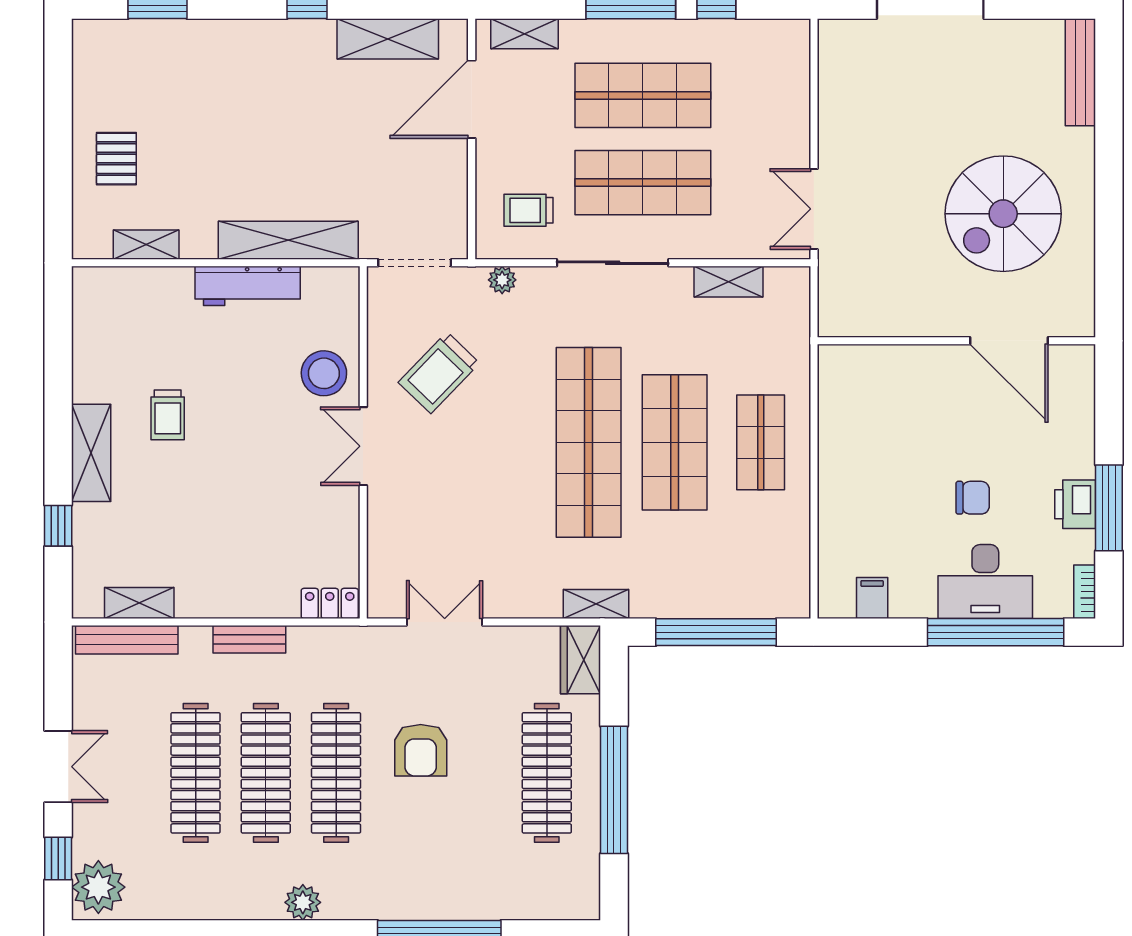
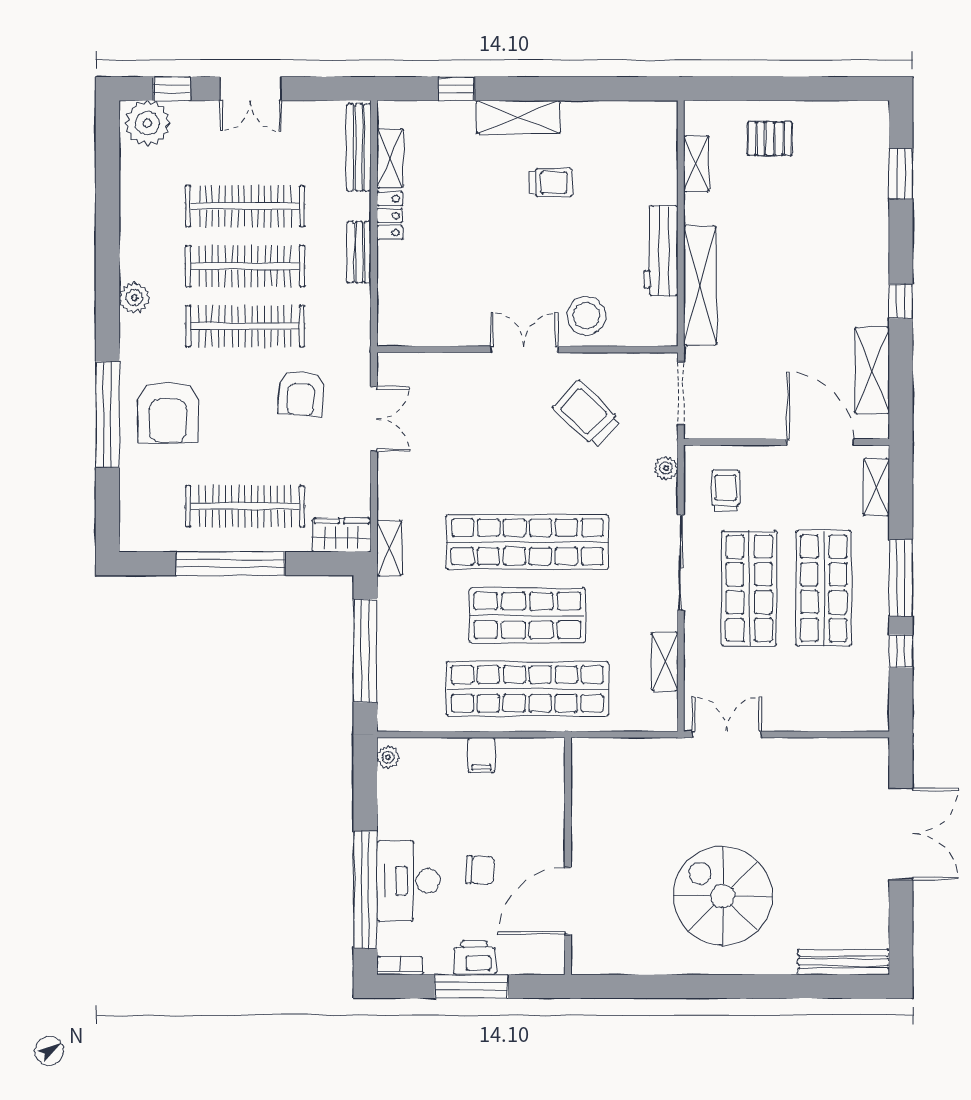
wall: (956, 341) -> (568, 856), moved
door: (1009, 341) -> (568, 901), moved
trolley: (168, 415) -> (551, 182), turned 180
shop shelf: (761, 442) -> (527, 689), width x2.00, depth x1.36
chair: (973, 498) -> (480, 870), turned -88
filing cabinet: (872, 598) -> (481, 755), moved, turned 90
locker: (330, 603) -> (390, 216), moved
plant: (841, 605) -> (388, 757), added
armchair: (421, 750) -> (301, 393), moved, turned -87
armchair: (437, 863) -> (168, 412), added

